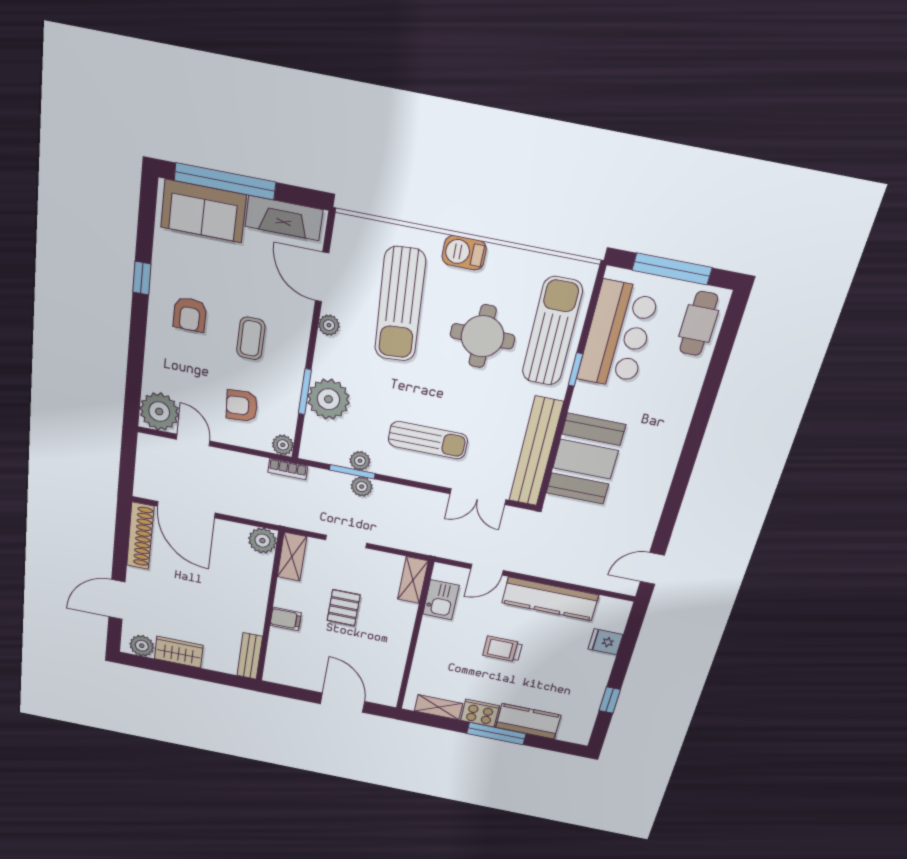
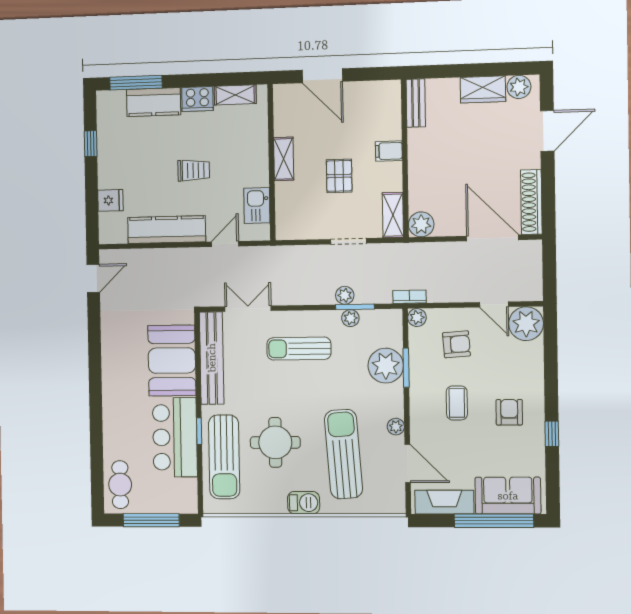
bar counter: (618, 335) -> (175, 437), moved
shelving: (413, 580) -> (284, 159), moved
window: (496, 734) -> (136, 83), moved

